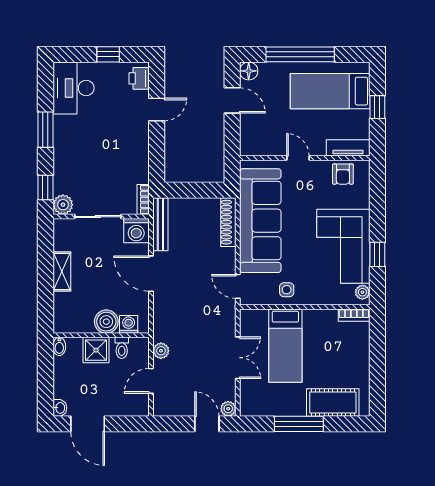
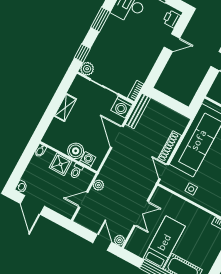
shoe rack: (228, 222) -> (170, 147), moved
bed: (285, 346) -> (164, 242), moved, turned 180

